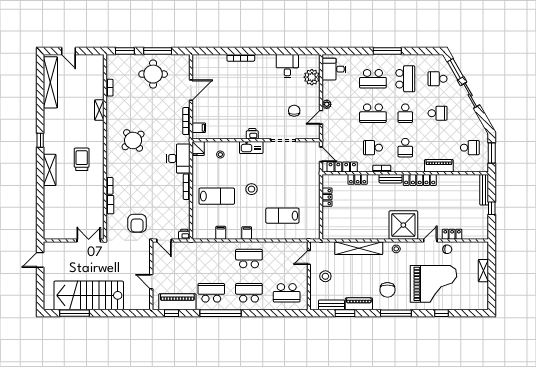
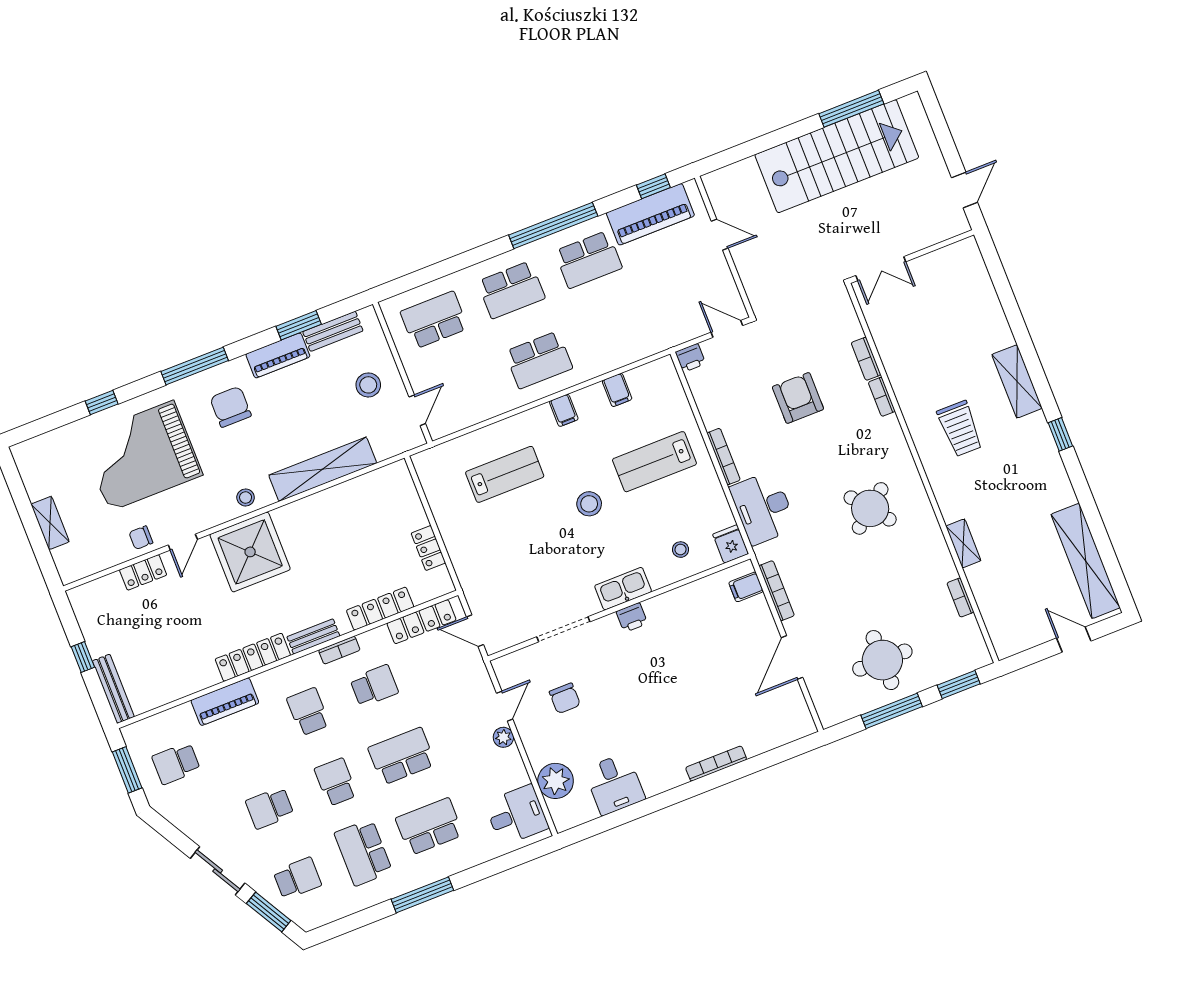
locker: (358, 179) -> (380, 609), width x1.53
armchair: (137, 223) -> (798, 398), moved

